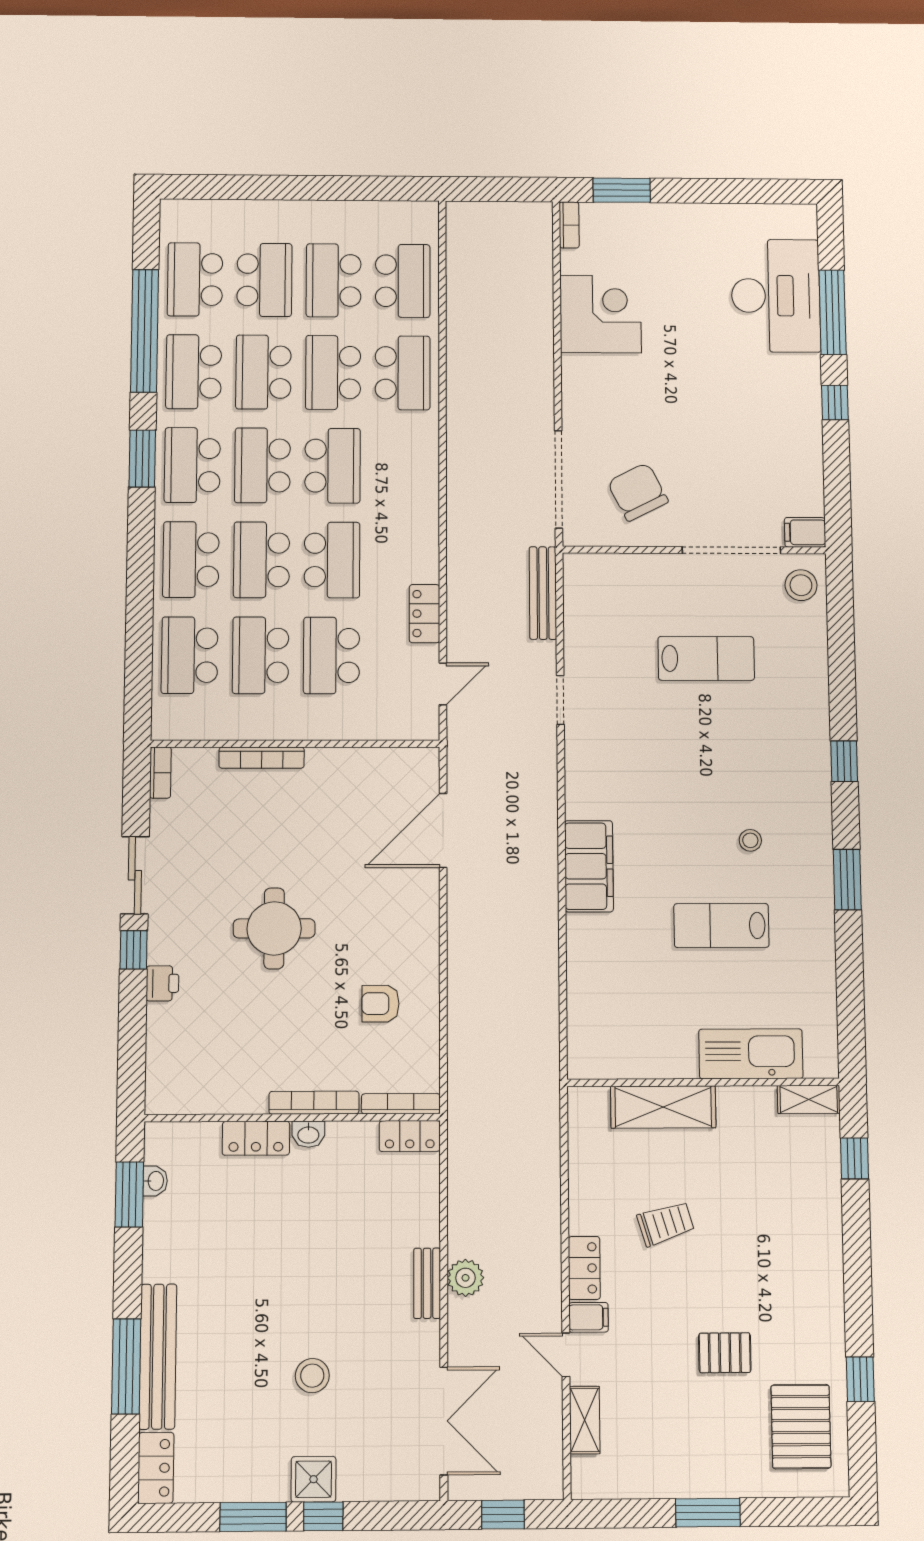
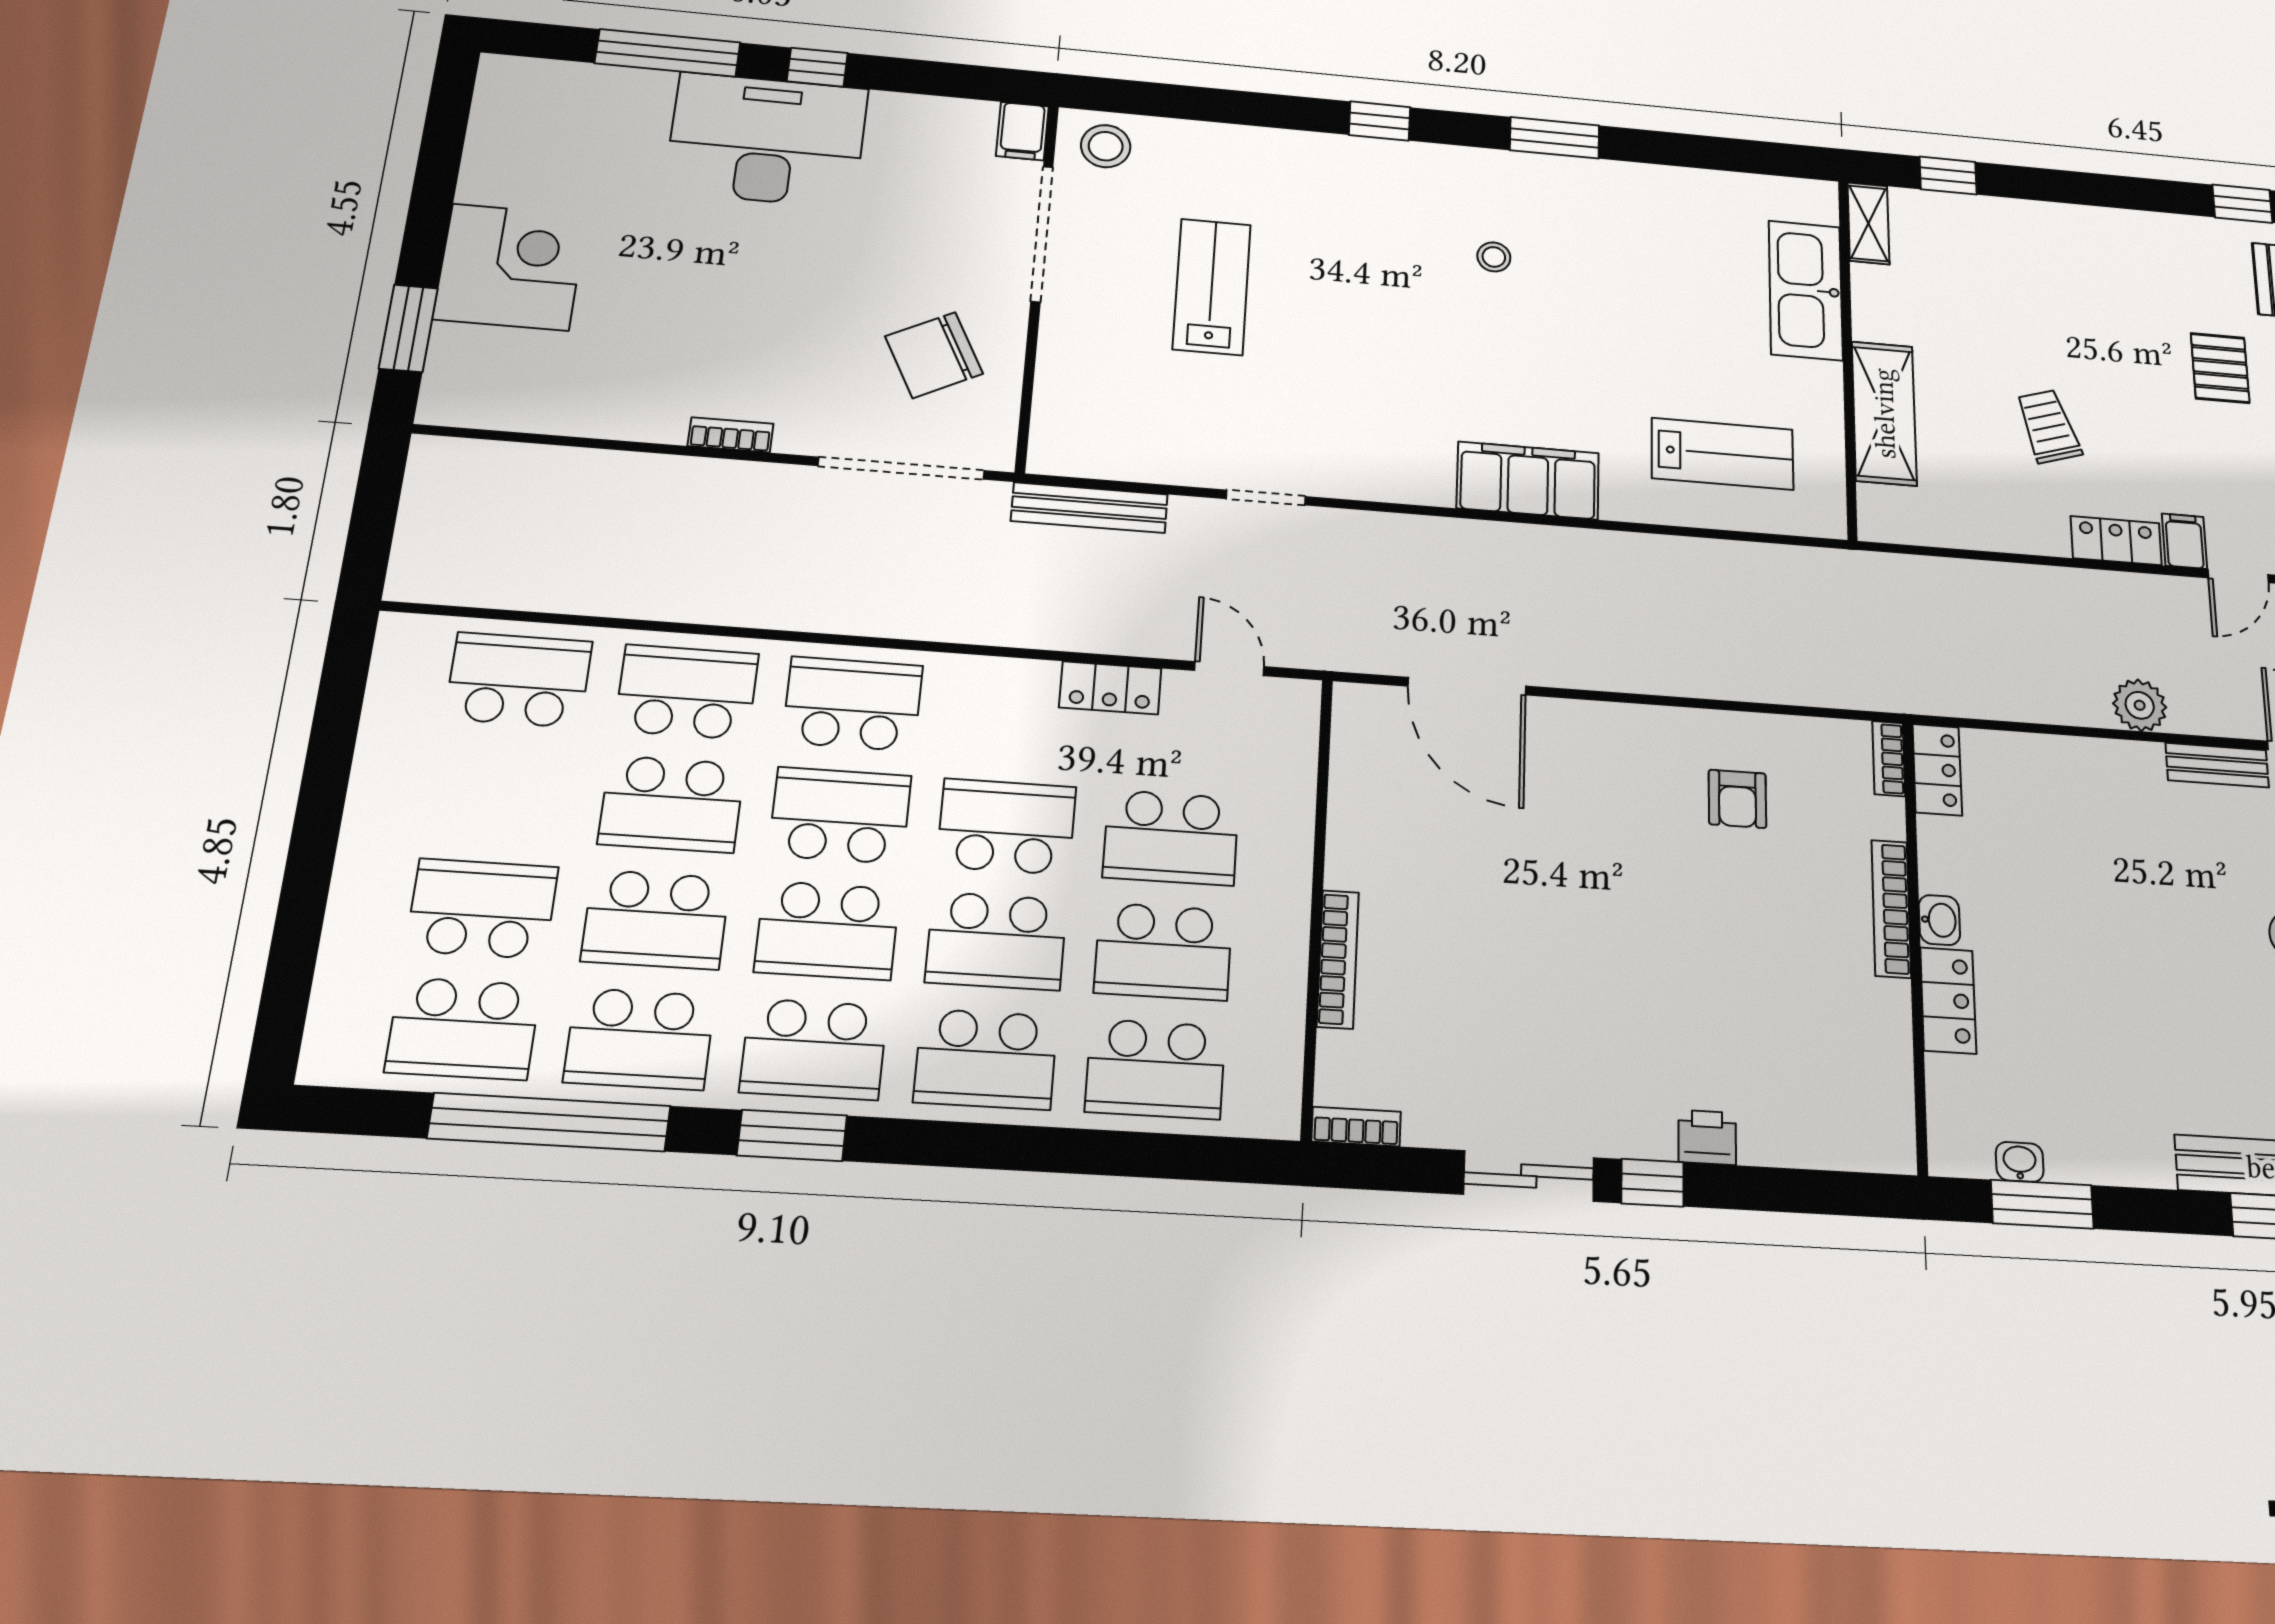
bookcase: (569, 225) -> (731, 435), moved
school desk: (334, 280) -> (853, 704), moved, turned 180
desk: (776, 296) -> (767, 140), moved
corner desk: (601, 314) -> (510, 267), moved, turned 90
lab bench: (721, 925) -> (1722, 454), moved, turned -90
round table: (274, 928) -> (1619, 954), removed
bookcase: (401, 1104) -> (1889, 759), width x0.64
bench: (427, 1283) -> (2217, 765), moved

